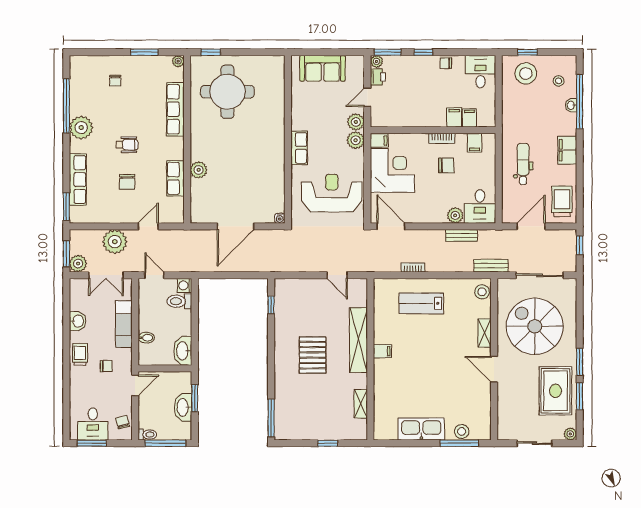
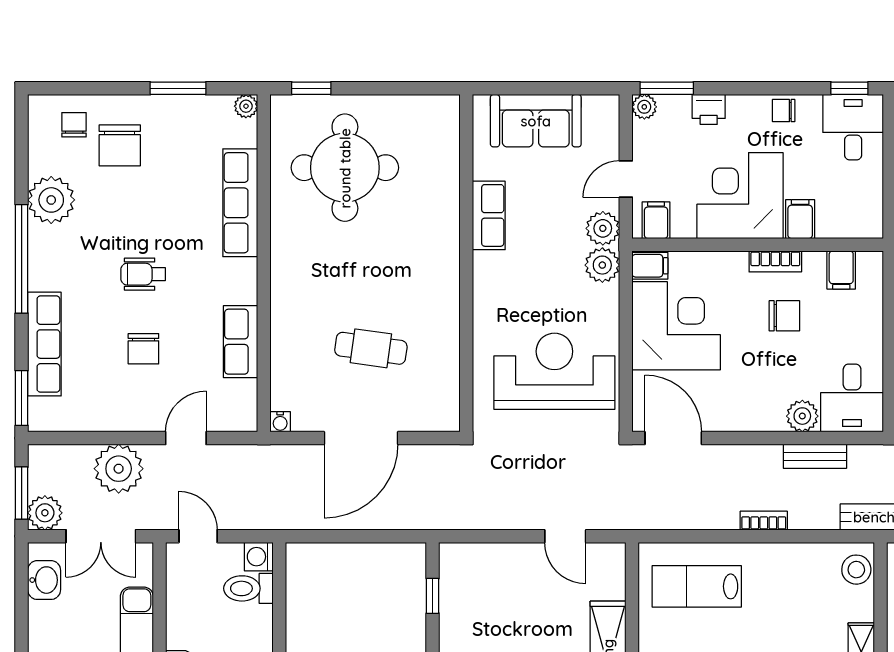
window: (423, 52) -> (849, 88), moved
chair: (93, 70) -> (74, 125), added
printer: (378, 77) -> (709, 109), moved, turned 90
chair: (115, 81) -> (120, 145), width x1.87, depth x1.87
window: (66, 106) -> (22, 259), moved
corner desk: (424, 106) -> (740, 196), added
filing cabinet: (469, 118) -> (656, 220), moved
plant: (81, 128) -> (51, 200), moved
wheelchair: (127, 145) -> (143, 274), turned 180
row of seats: (299, 148) -> (489, 215), moved
plant: (199, 170) -> (287, 325), removed
cafe table: (240, 182) -> (371, 348), added
water cooler: (280, 218) -> (280, 422), moved
bookcase: (413, 267) -> (764, 521), moved
lab bench: (421, 303) -> (697, 586), moved
washbasin: (78, 321) -> (44, 580), moved

